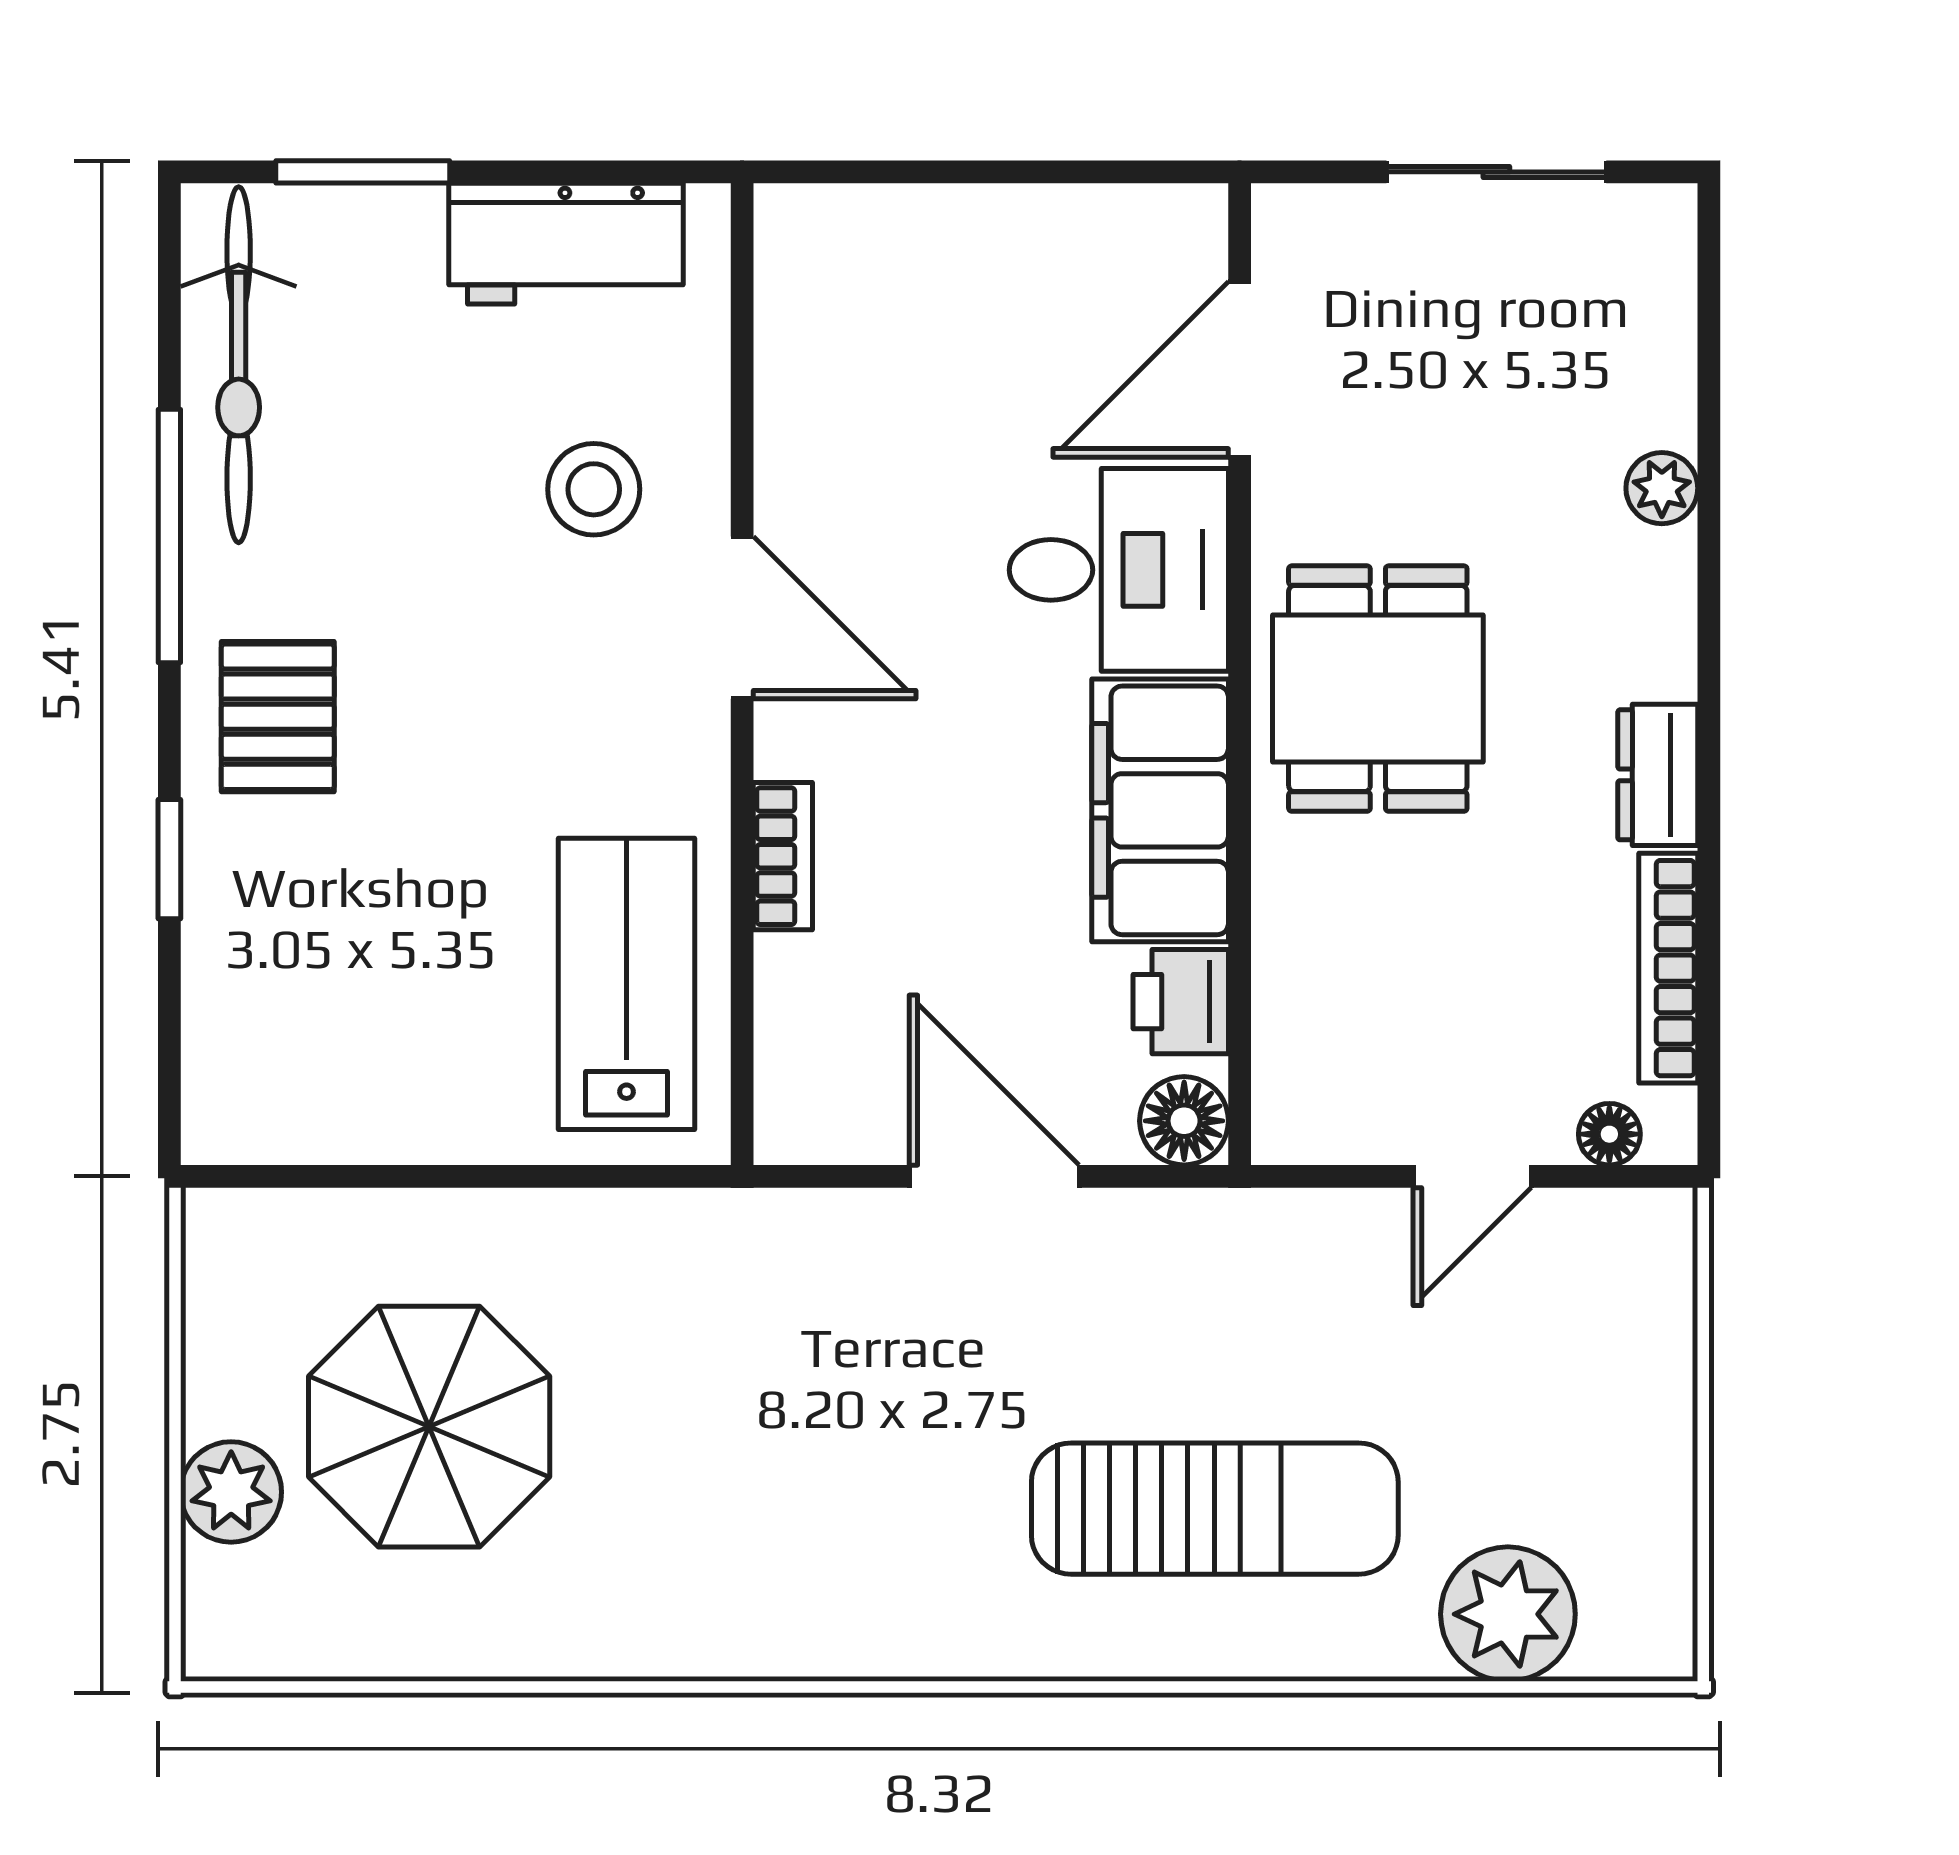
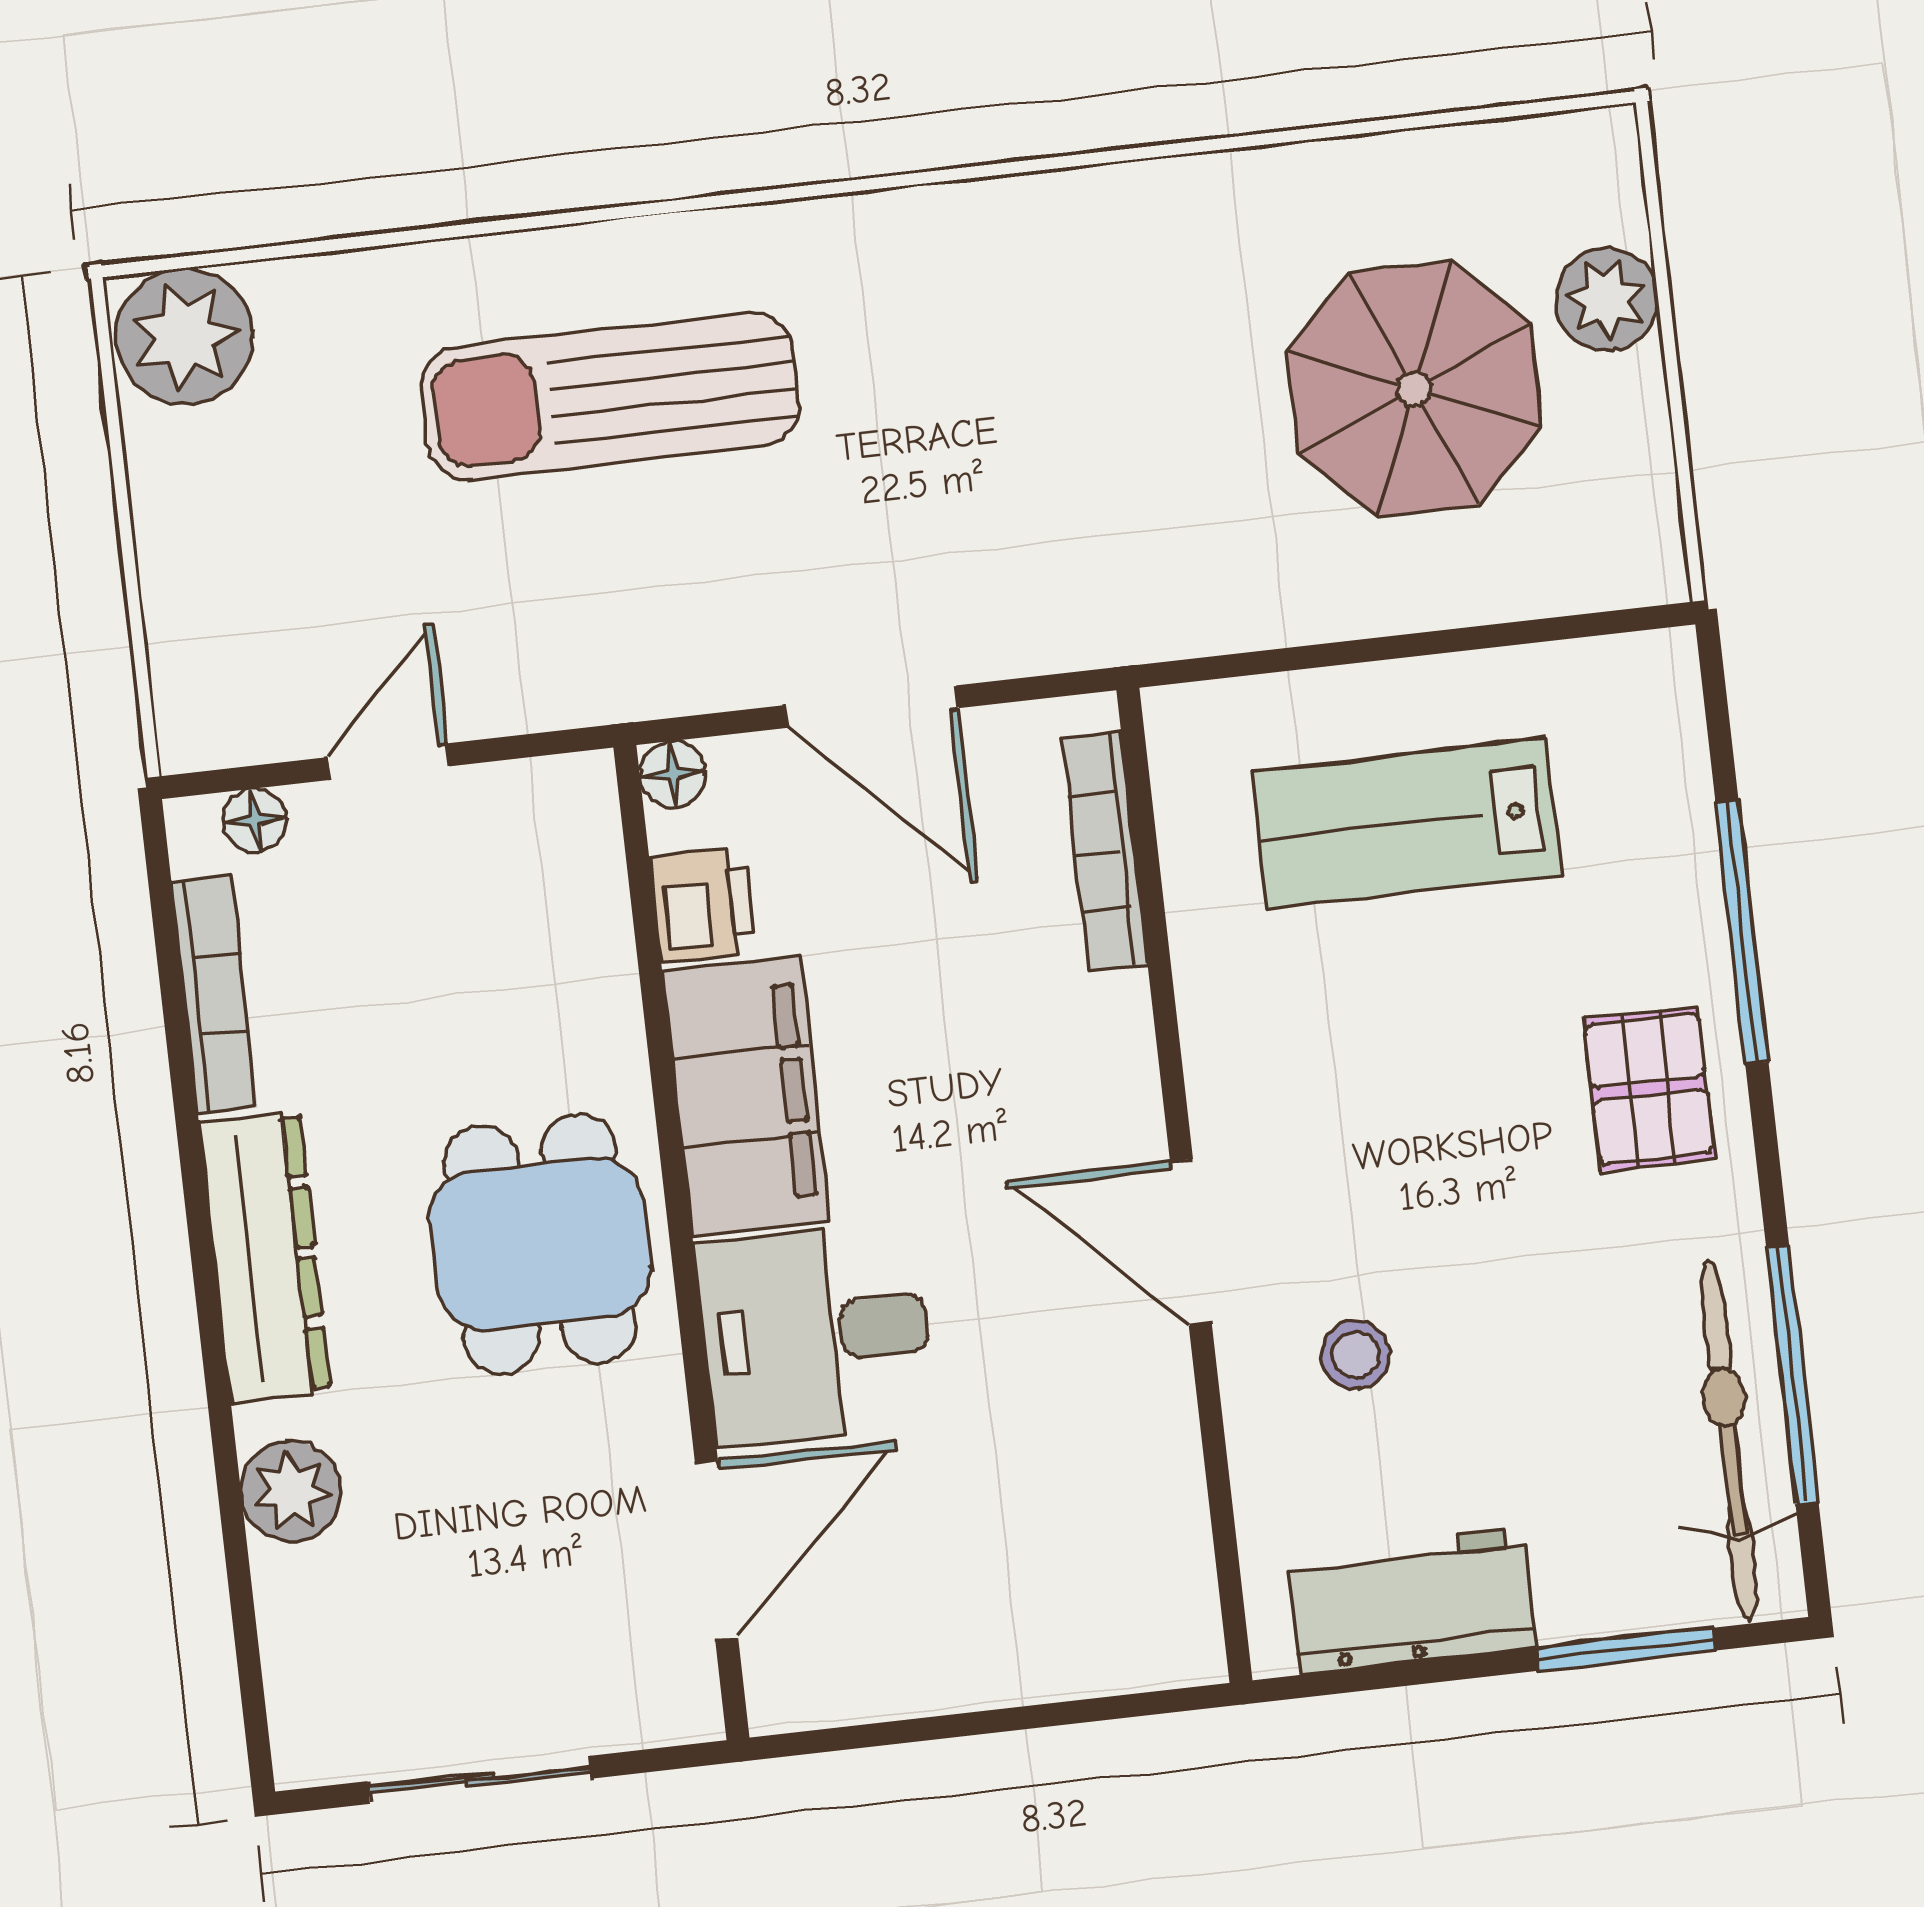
plant: (1662, 488) -> (291, 1491), width x1.38, depth x1.38
stool: (594, 489) -> (1356, 1355), width x0.73, depth x0.73
window: (169, 536) -> (1792, 1375), moved
dresser: (1658, 775) -> (265, 1257), width x1.96, depth x1.24
bookcase: (783, 856) -> (1105, 851), moved, width x1.56
window: (169, 859) -> (1742, 932), width x2.17
lab bench: (627, 984) -> (1406, 823), moved, turned 90
floor lamp: (1184, 1121) -> (673, 774), width x0.73, depth x0.73
plant: (1508, 1614) -> (184, 337), moved

